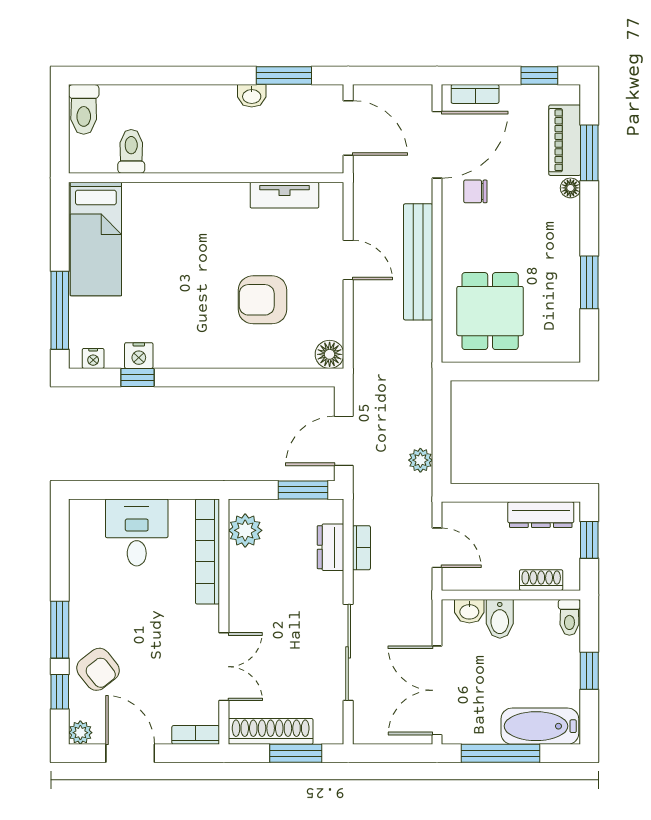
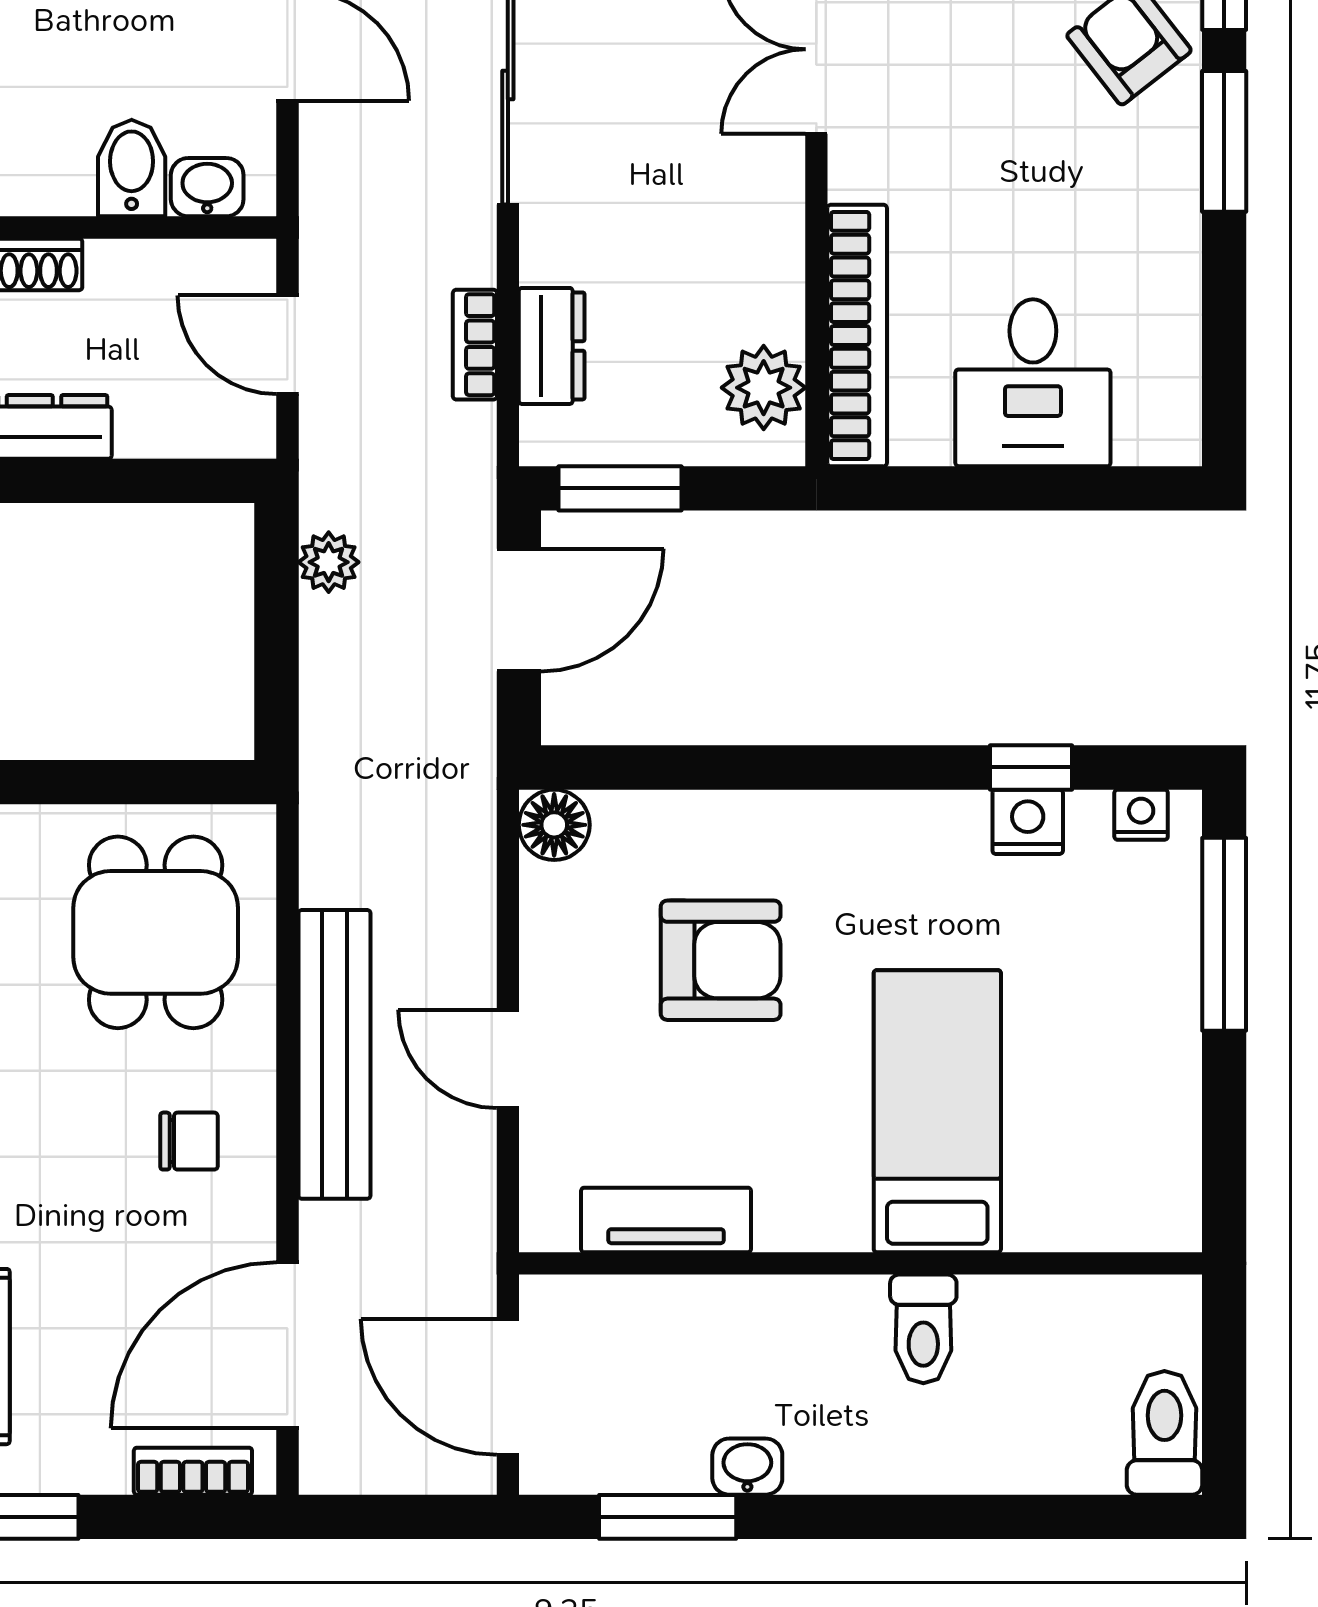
toilet: (131, 151) -> (923, 1329), moved
chair: (475, 191) -> (189, 1141), moved
bed: (96, 239) -> (937, 1111), moved

